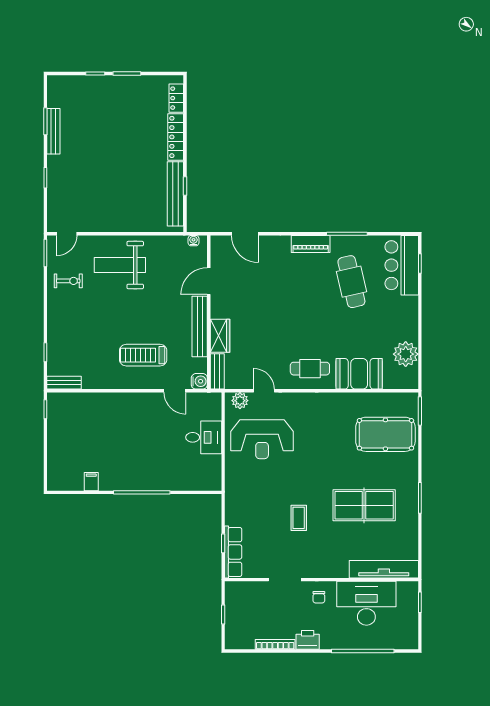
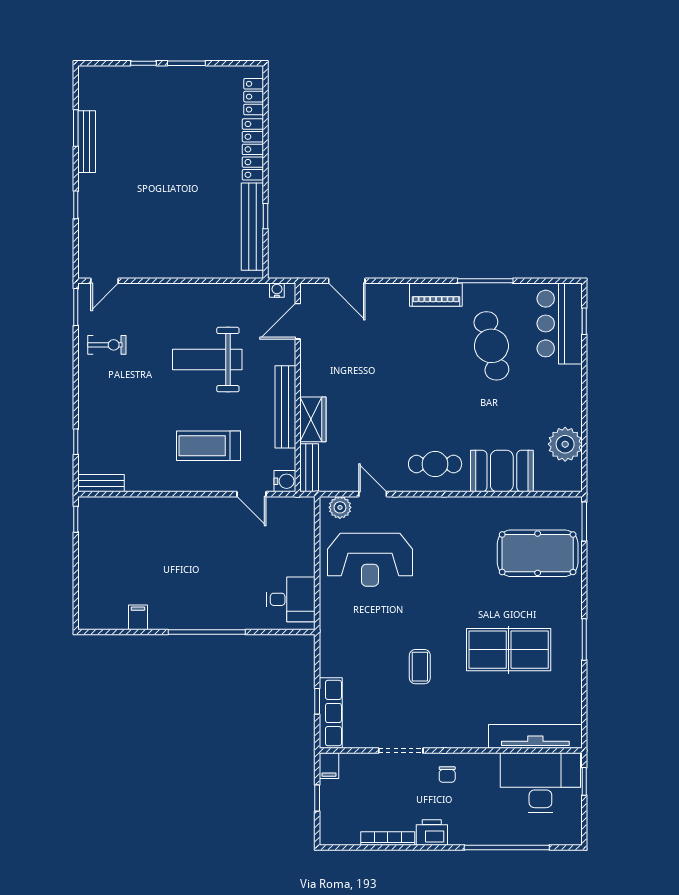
weight bench: (120, 265) -> (207, 360), moved
door: (209, 281) -> (298, 321), moved
desk: (204, 437) -> (291, 599), moved
filing cabinet: (232, 591) -> (329, 766), added
desk: (366, 603) -> (540, 783), moved

